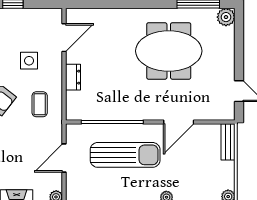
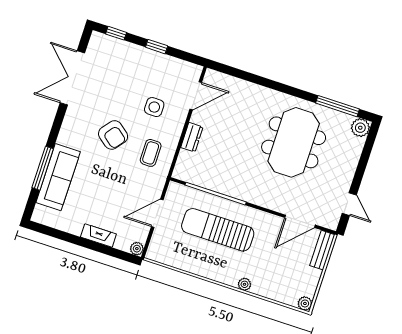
meeting table: (169, 51) -> (294, 142), turned 90
door: (179, 122) -> (300, 221), moved
sun lounger: (125, 155) -> (218, 230), turned 180

